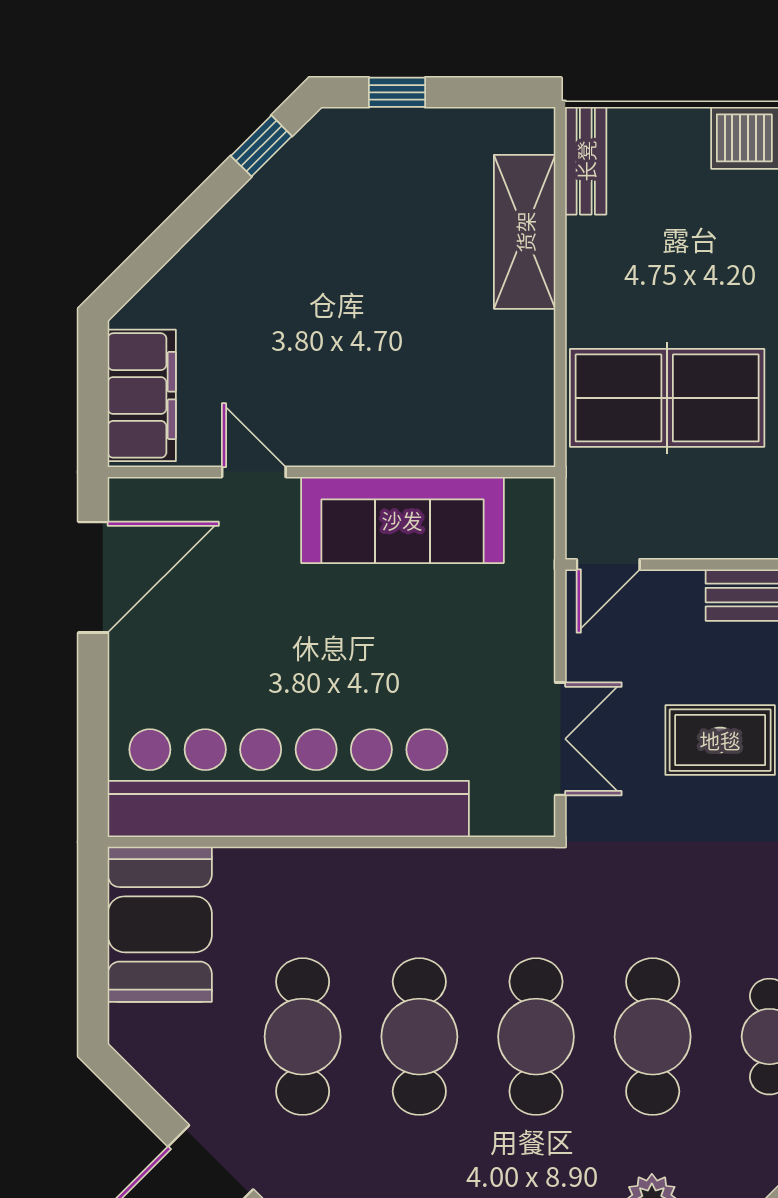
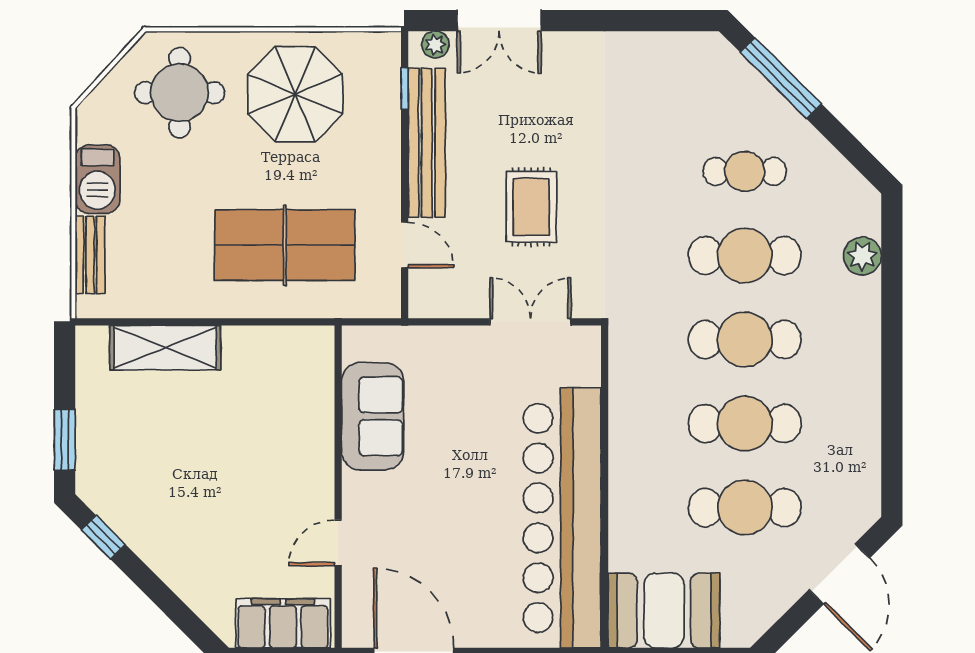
window: (397, 92) -> (65, 440), width x1.50
bench: (586, 161) -> (90, 255), moved, turned 90
table tennis table: (667, 398) -> (285, 245), turned 90
sofa: (402, 520) -> (373, 416), width x0.73
door: (608, 564) -> (405, 245), moved

